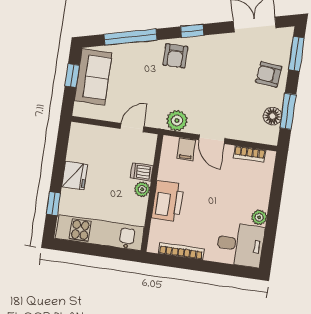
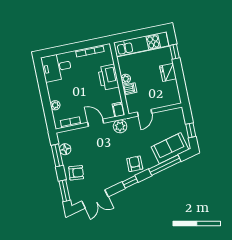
sofa: (93, 77) -> (170, 148), moved, turned 76
filing cabinet: (186, 149) -> (119, 109), moved
plant: (259, 217) -> (55, 105), moved

